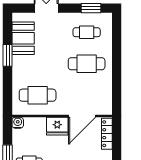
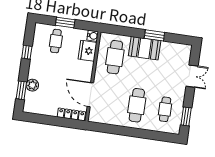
booth: (23, 38) -> (145, 48), moved
fridge: (57, 126) -> (87, 51), moved

